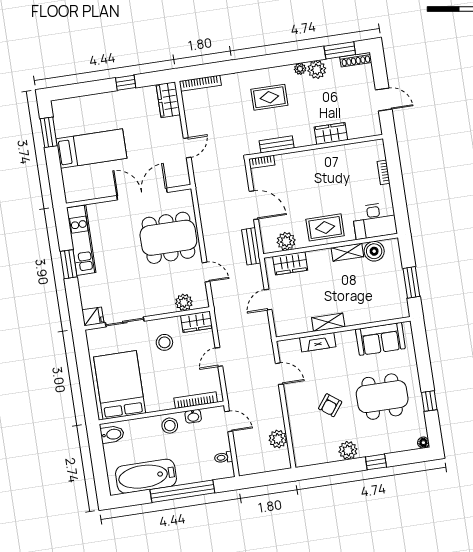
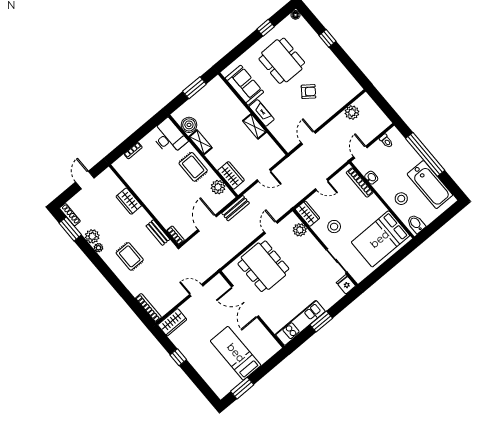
fireplace: (318, 342) -> (262, 113), moved
stool: (170, 426) -> (401, 199), moved
plant: (348, 450) -> (331, 62), removed

